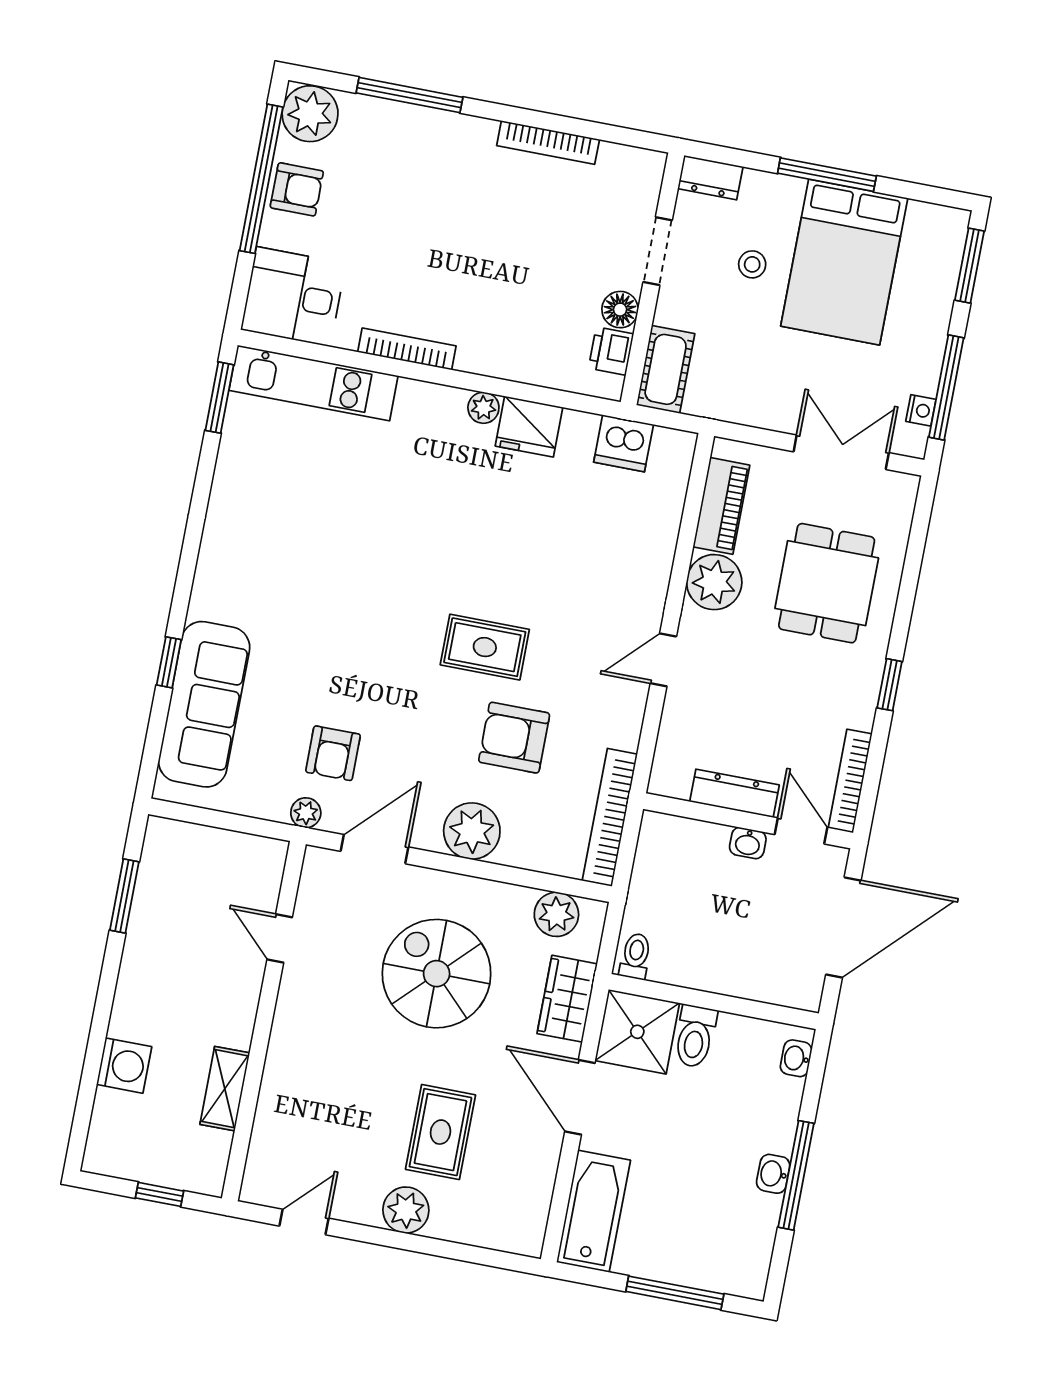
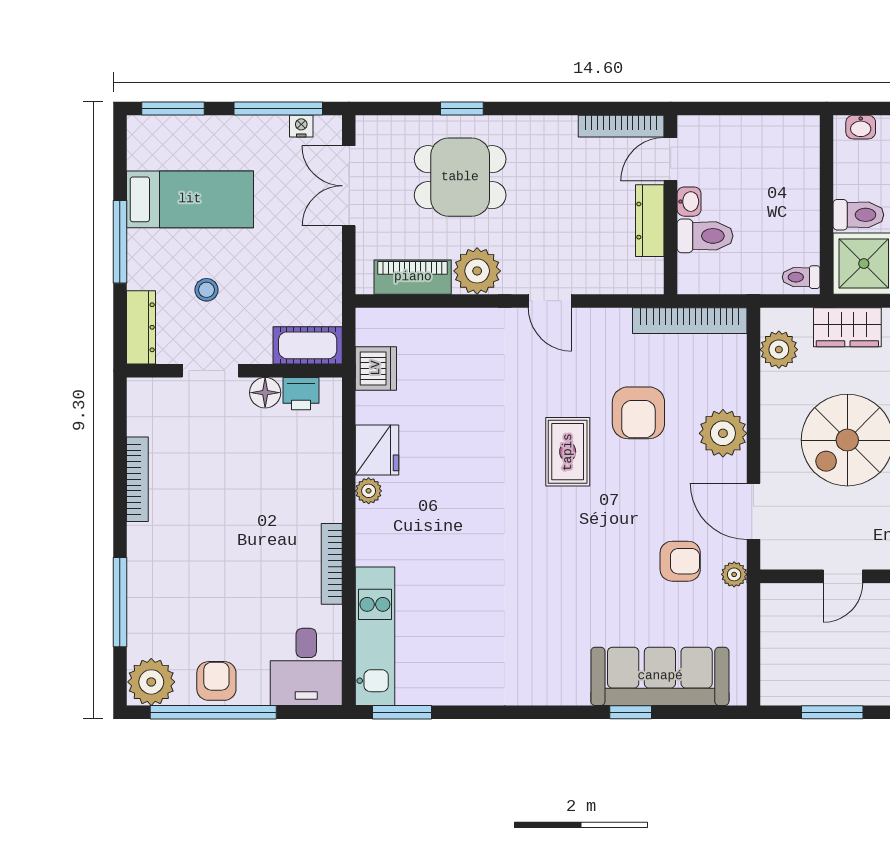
dresser: (710, 178) -> (141, 327), width x1.44
bed: (844, 262) -> (190, 199), width x0.67
window: (890, 685) -> (462, 109), moved
toilet: (704, 854) -> (705, 236), added
door: (843, 927) -> (744, 109), removed

